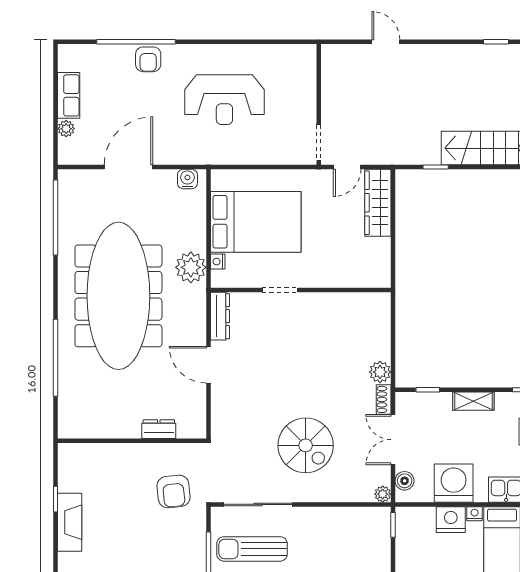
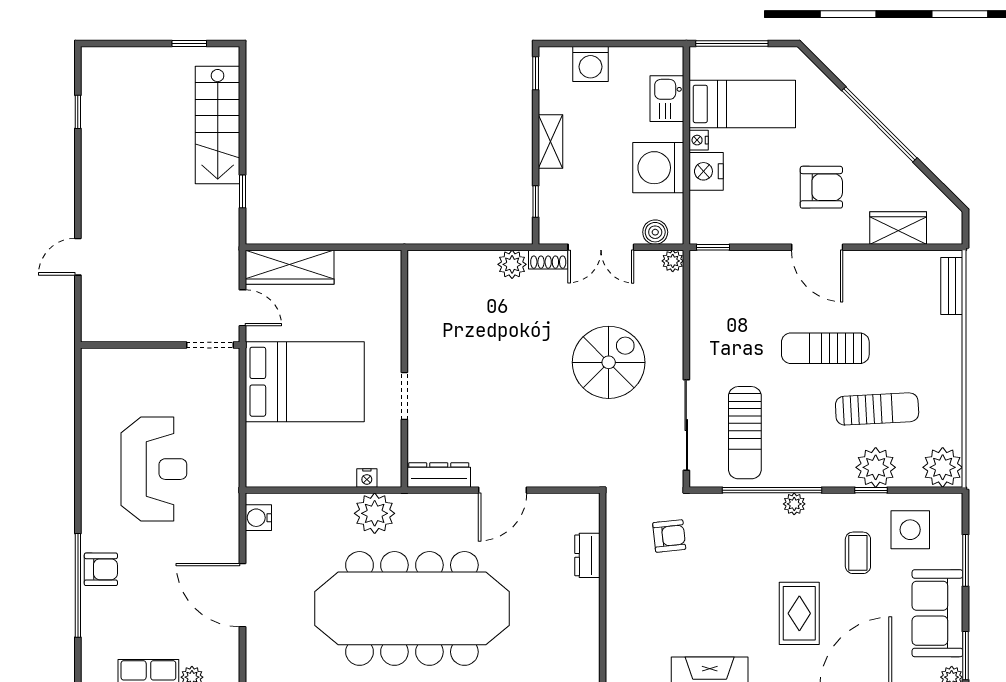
bed: (256, 222) -> (305, 382), moved, turned 90
armchair: (174, 491) -> (669, 536), width x0.72, depth x0.72

